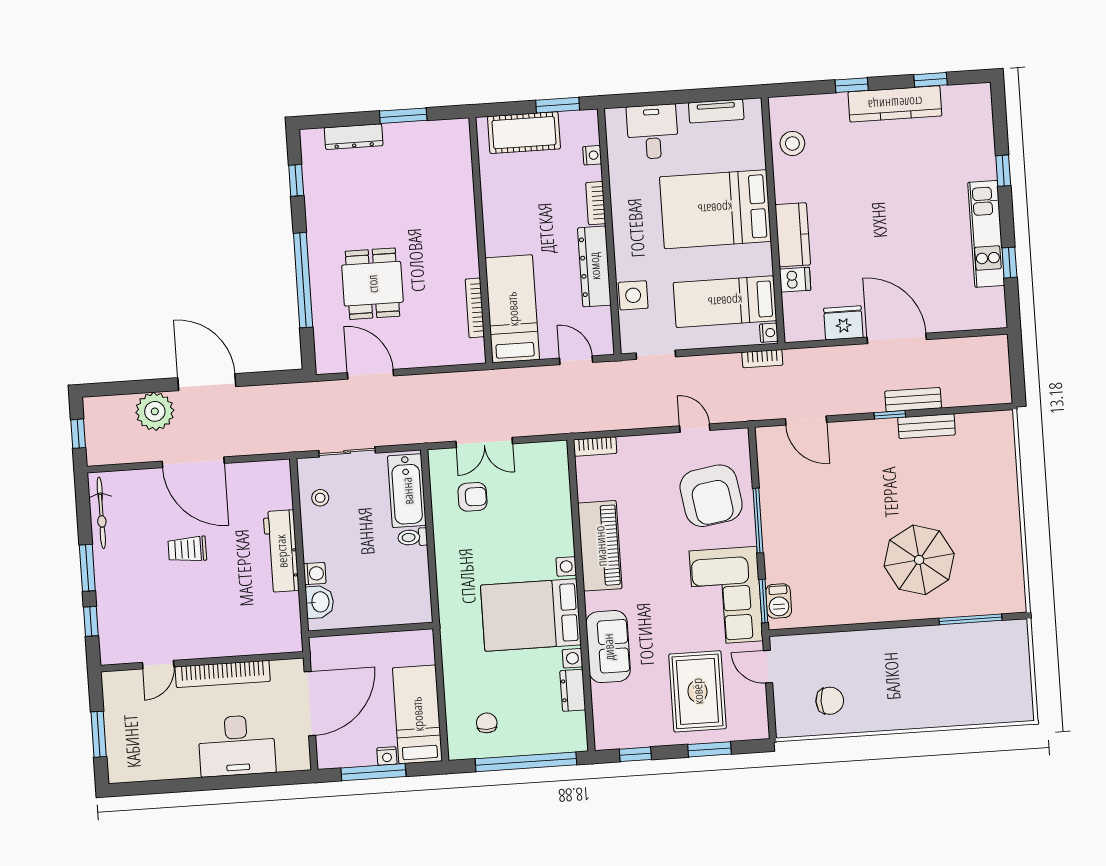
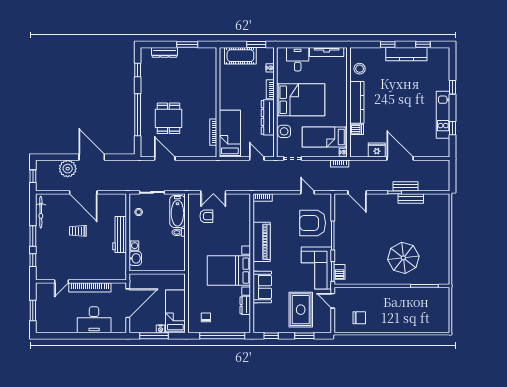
tv unit: (716, 111) -> (327, 52), width x1.41
bed: (715, 209) -> (301, 100), moved, turned 180
kitchen counter: (793, 235) -> (357, 102), width x1.50
armchair: (711, 496) -> (313, 223), turned 99

